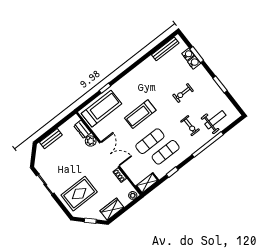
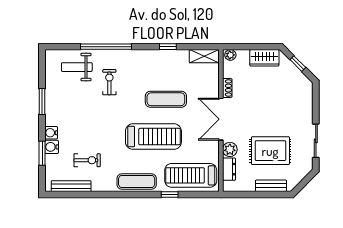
water cooler: (188, 54) -> (51, 133), moved
exercise bike: (183, 93) -> (87, 160), moved
treadmill: (140, 114) -> (153, 137), width x1.37, depth x1.38
exercise mat: (166, 152) -> (137, 182), moved
rug: (79, 194) -> (270, 151), moved

